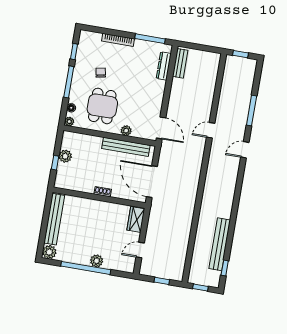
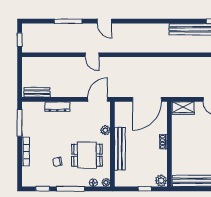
dresser: (164, 66) -> (57, 106), moved
bench: (126, 147) -> (120, 149), moved
plant: (65, 156) -> (161, 181), moved

